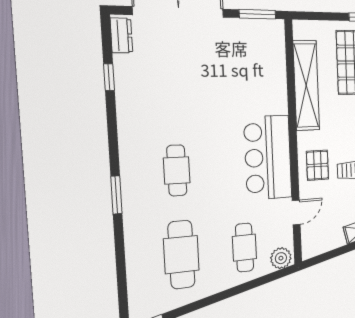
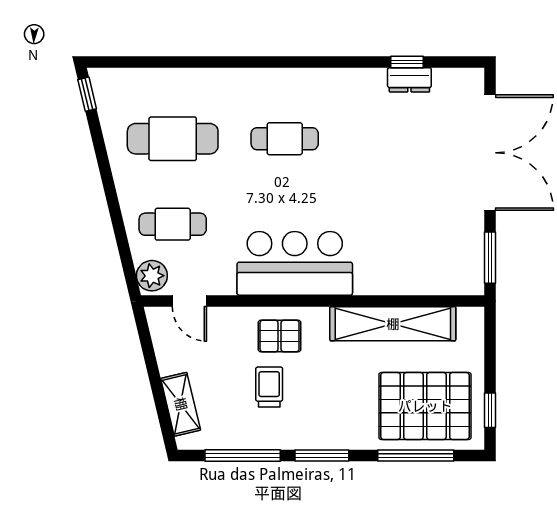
dresser: (121, 35) -> (409, 80), moved
window: (116, 195) -> (258, 62), removed
door: (296, 213) -> (189, 301), moved

